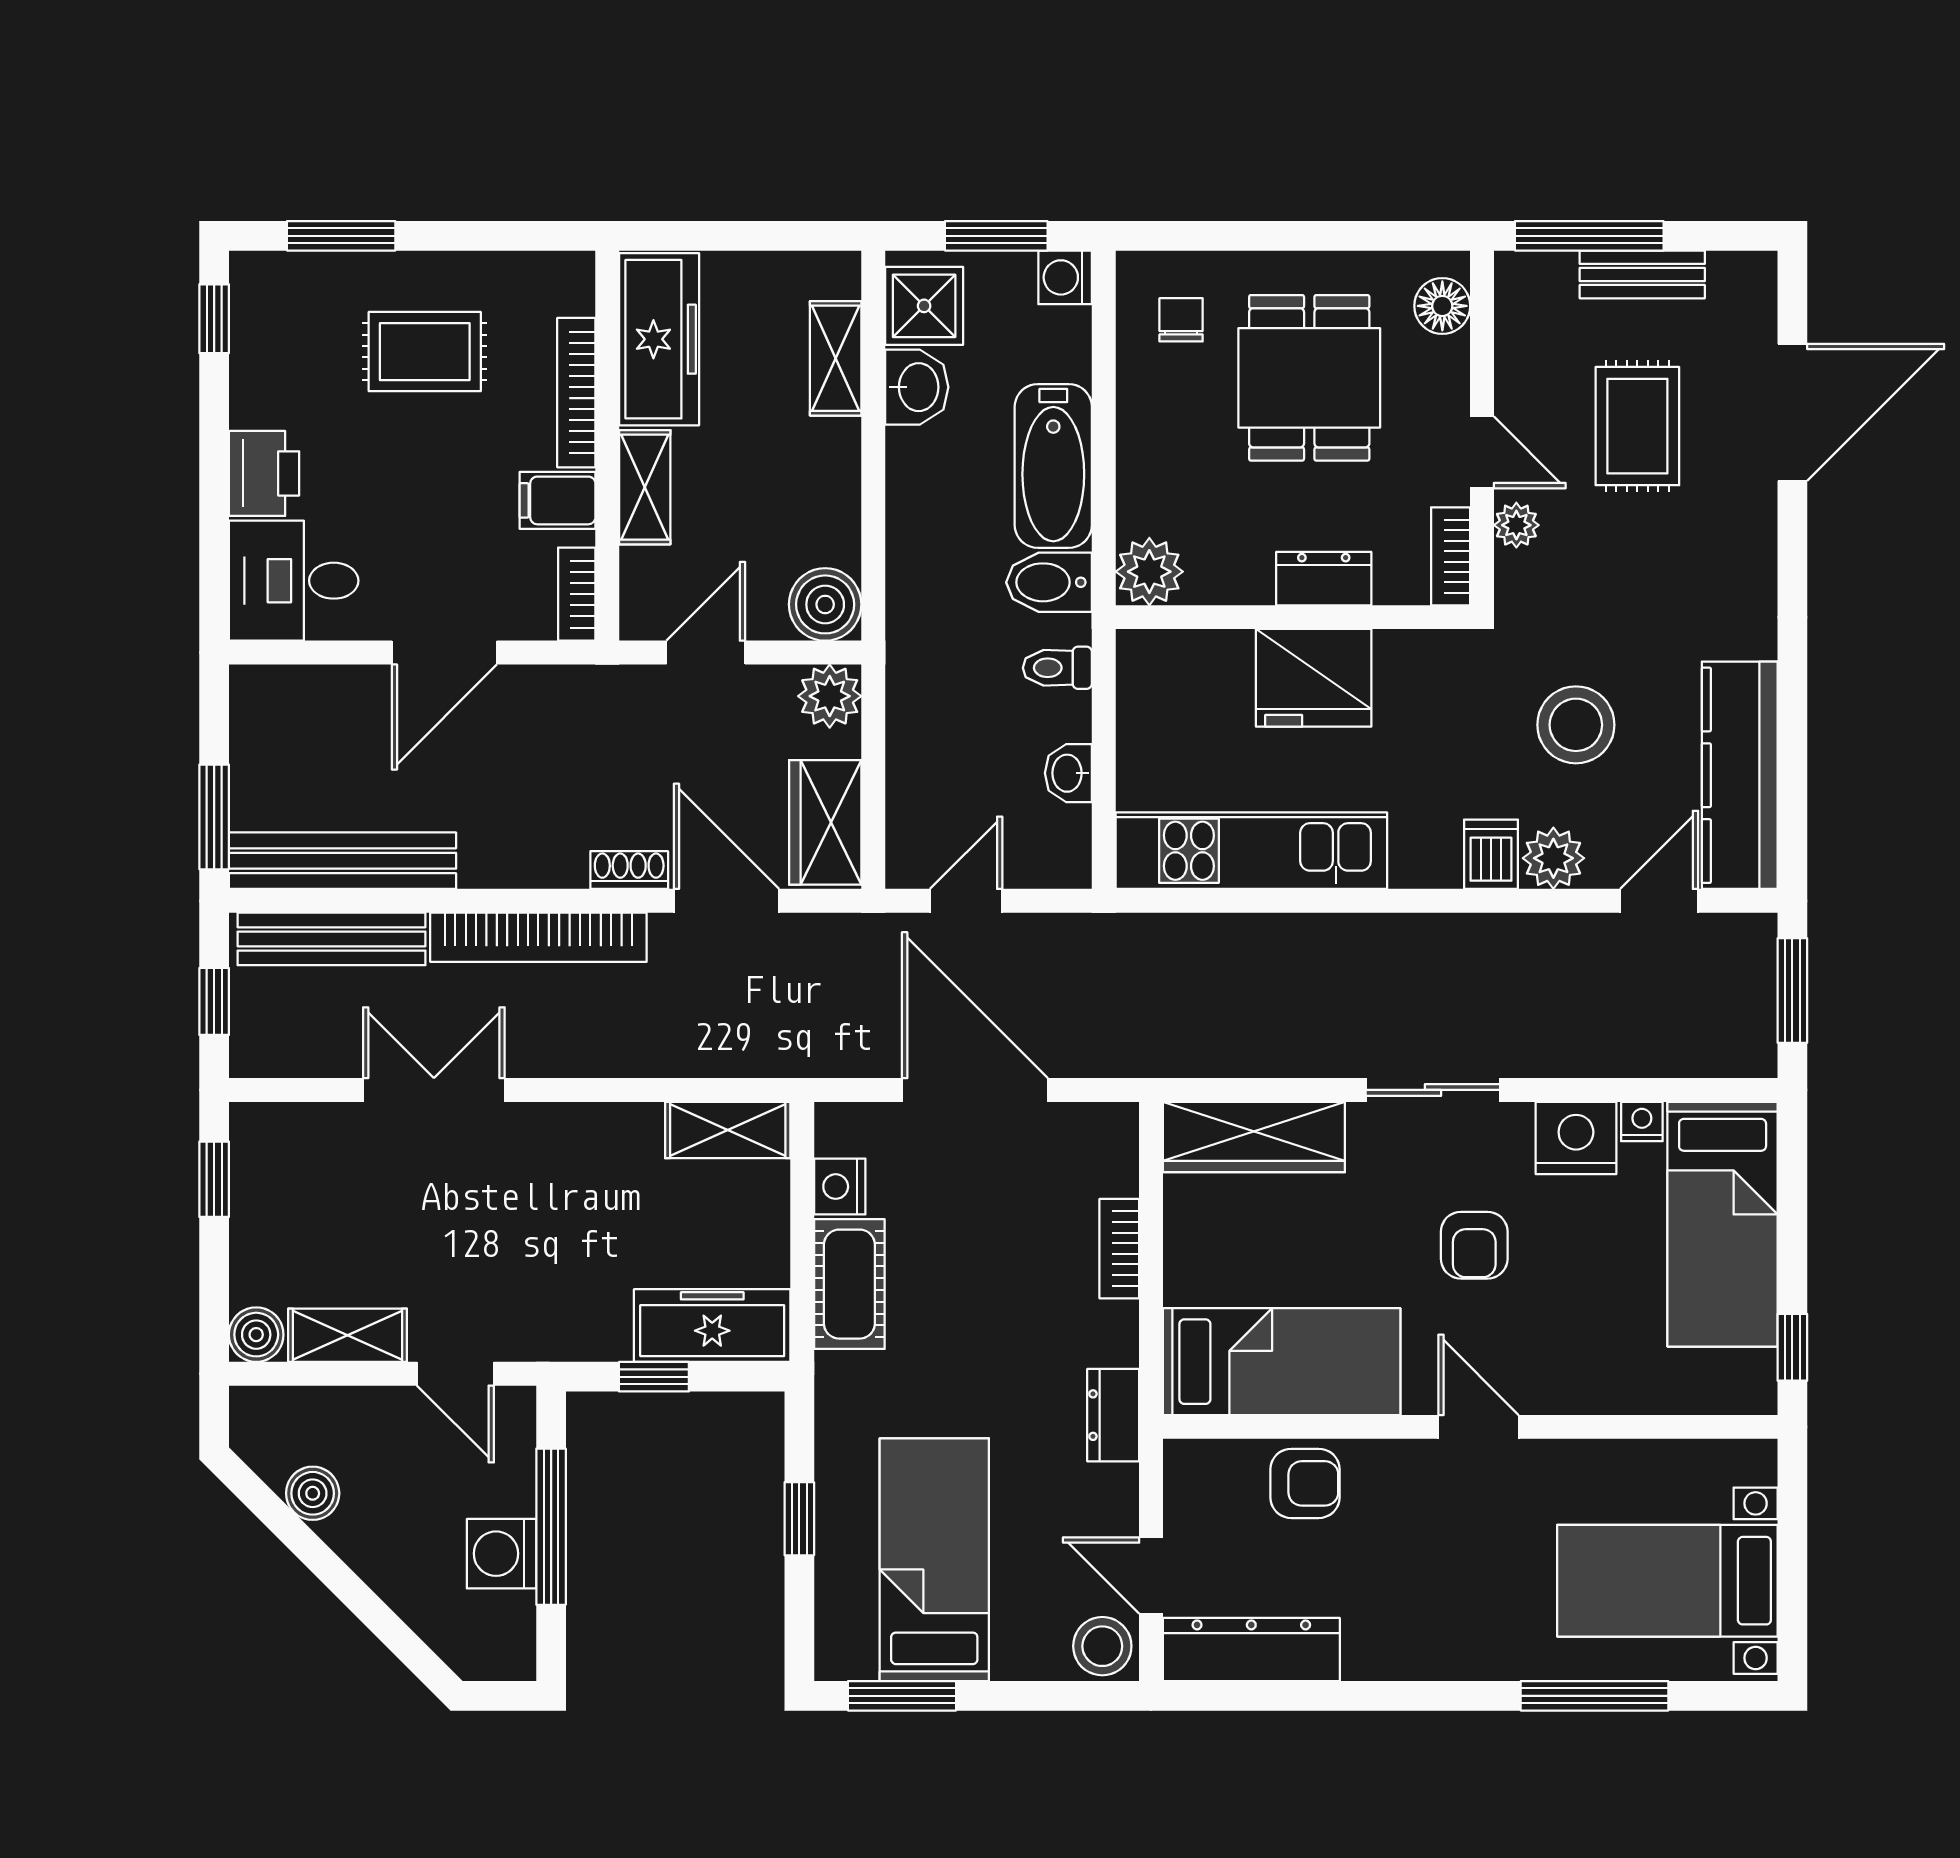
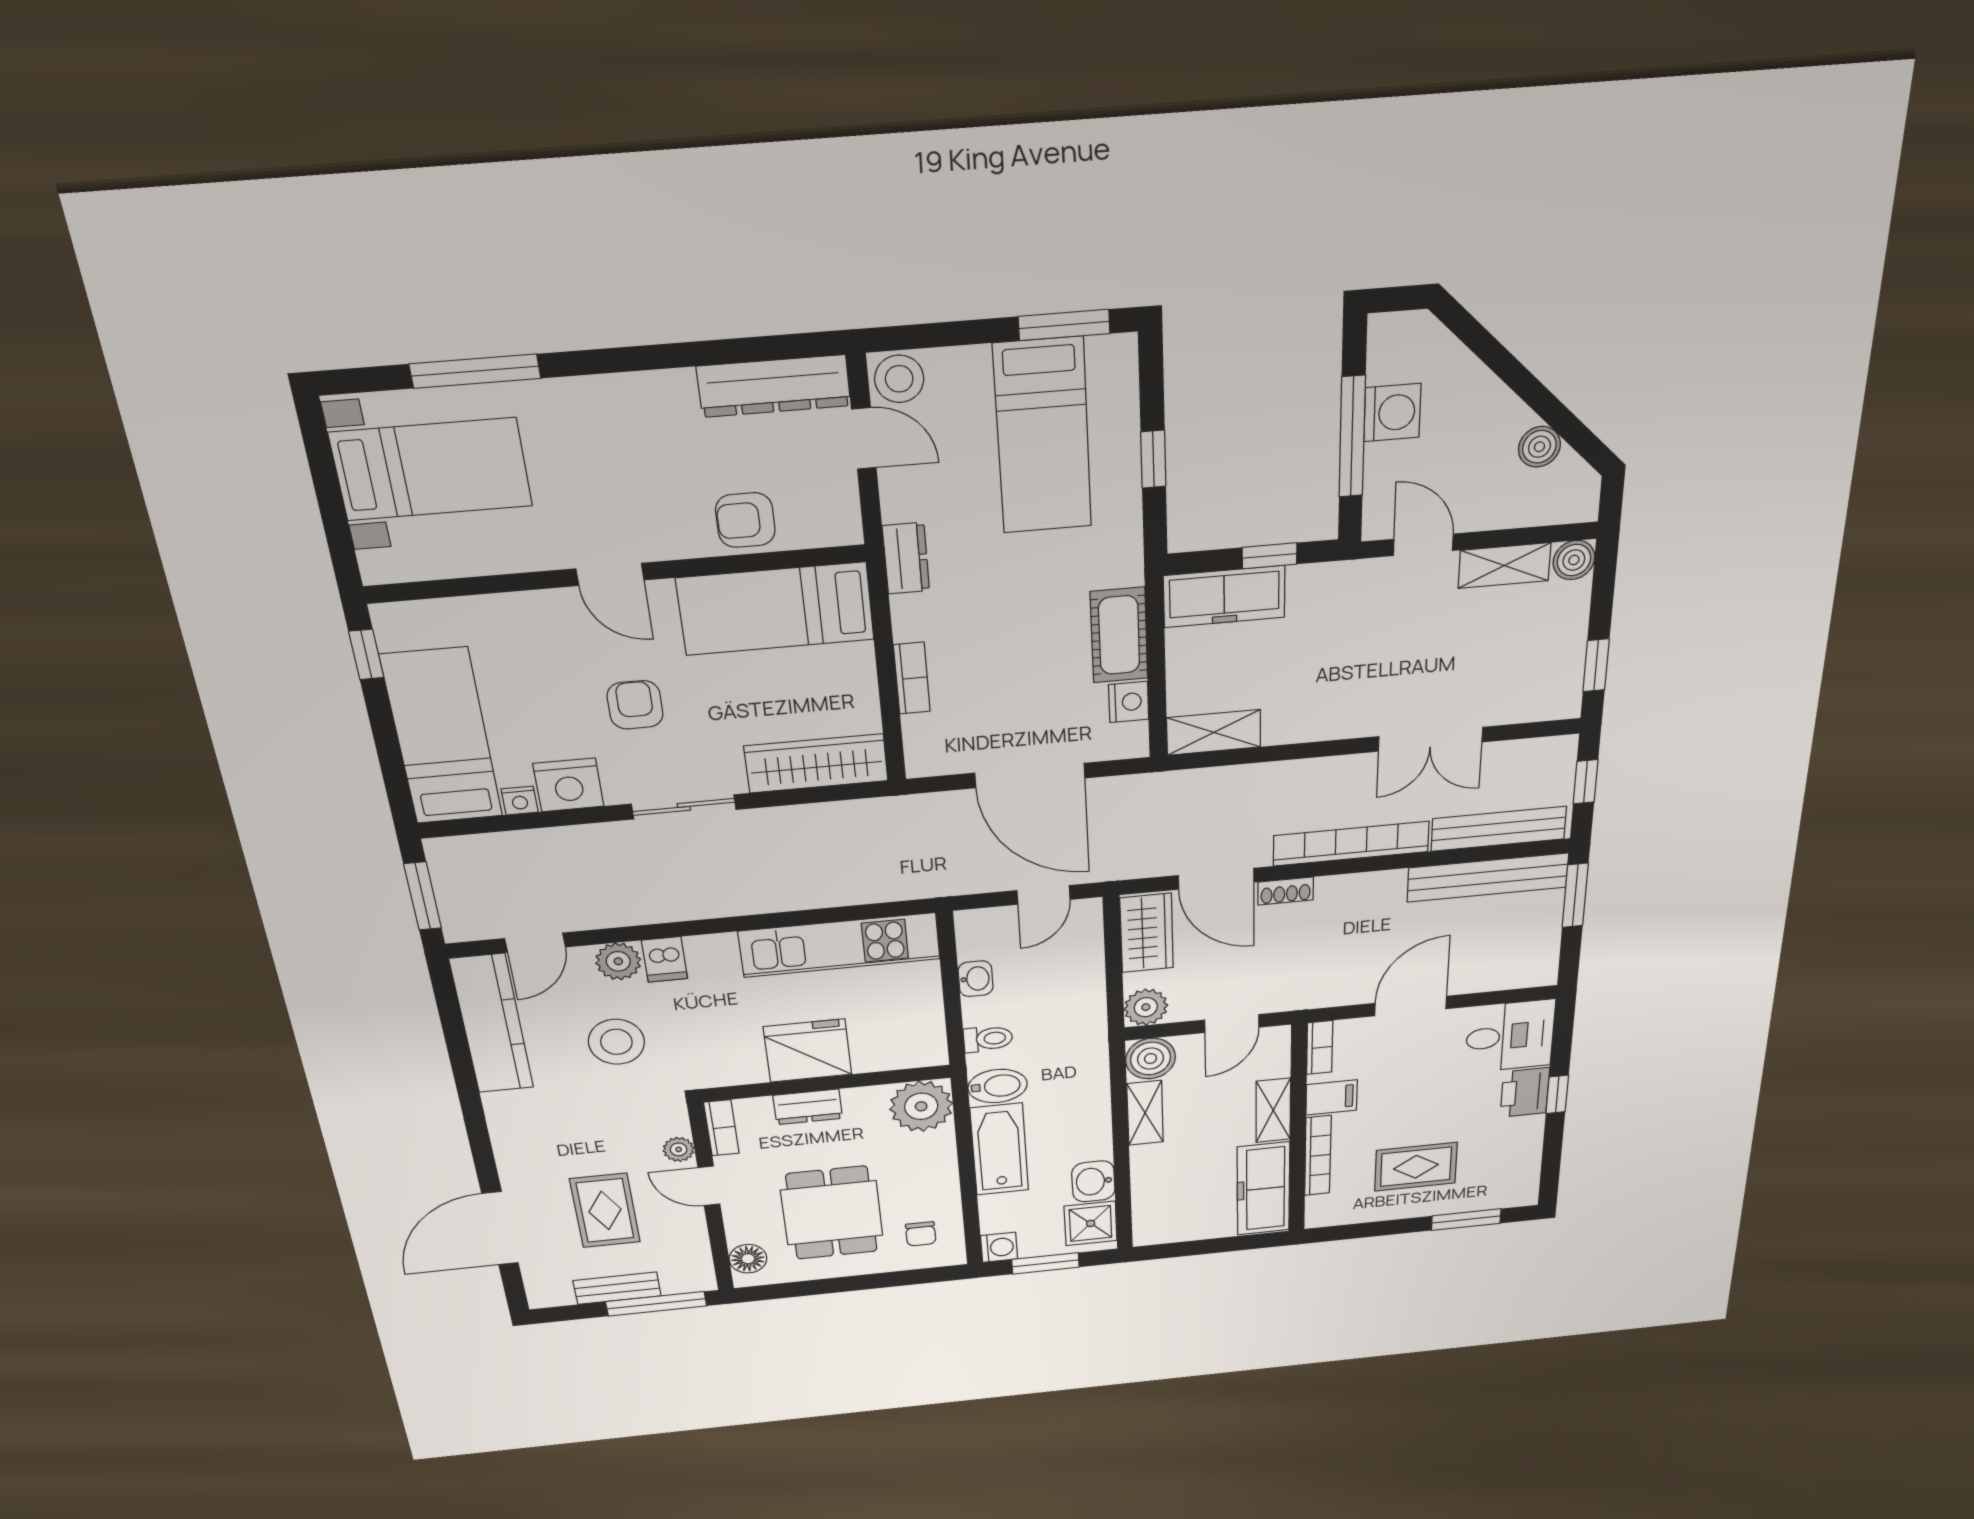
window: (214, 319) -> (1557, 1094), moved
shelving: (836, 358) -> (1145, 1113), moved
plant: (1149, 572) -> (921, 1106), width x1.36, depth x1.36

